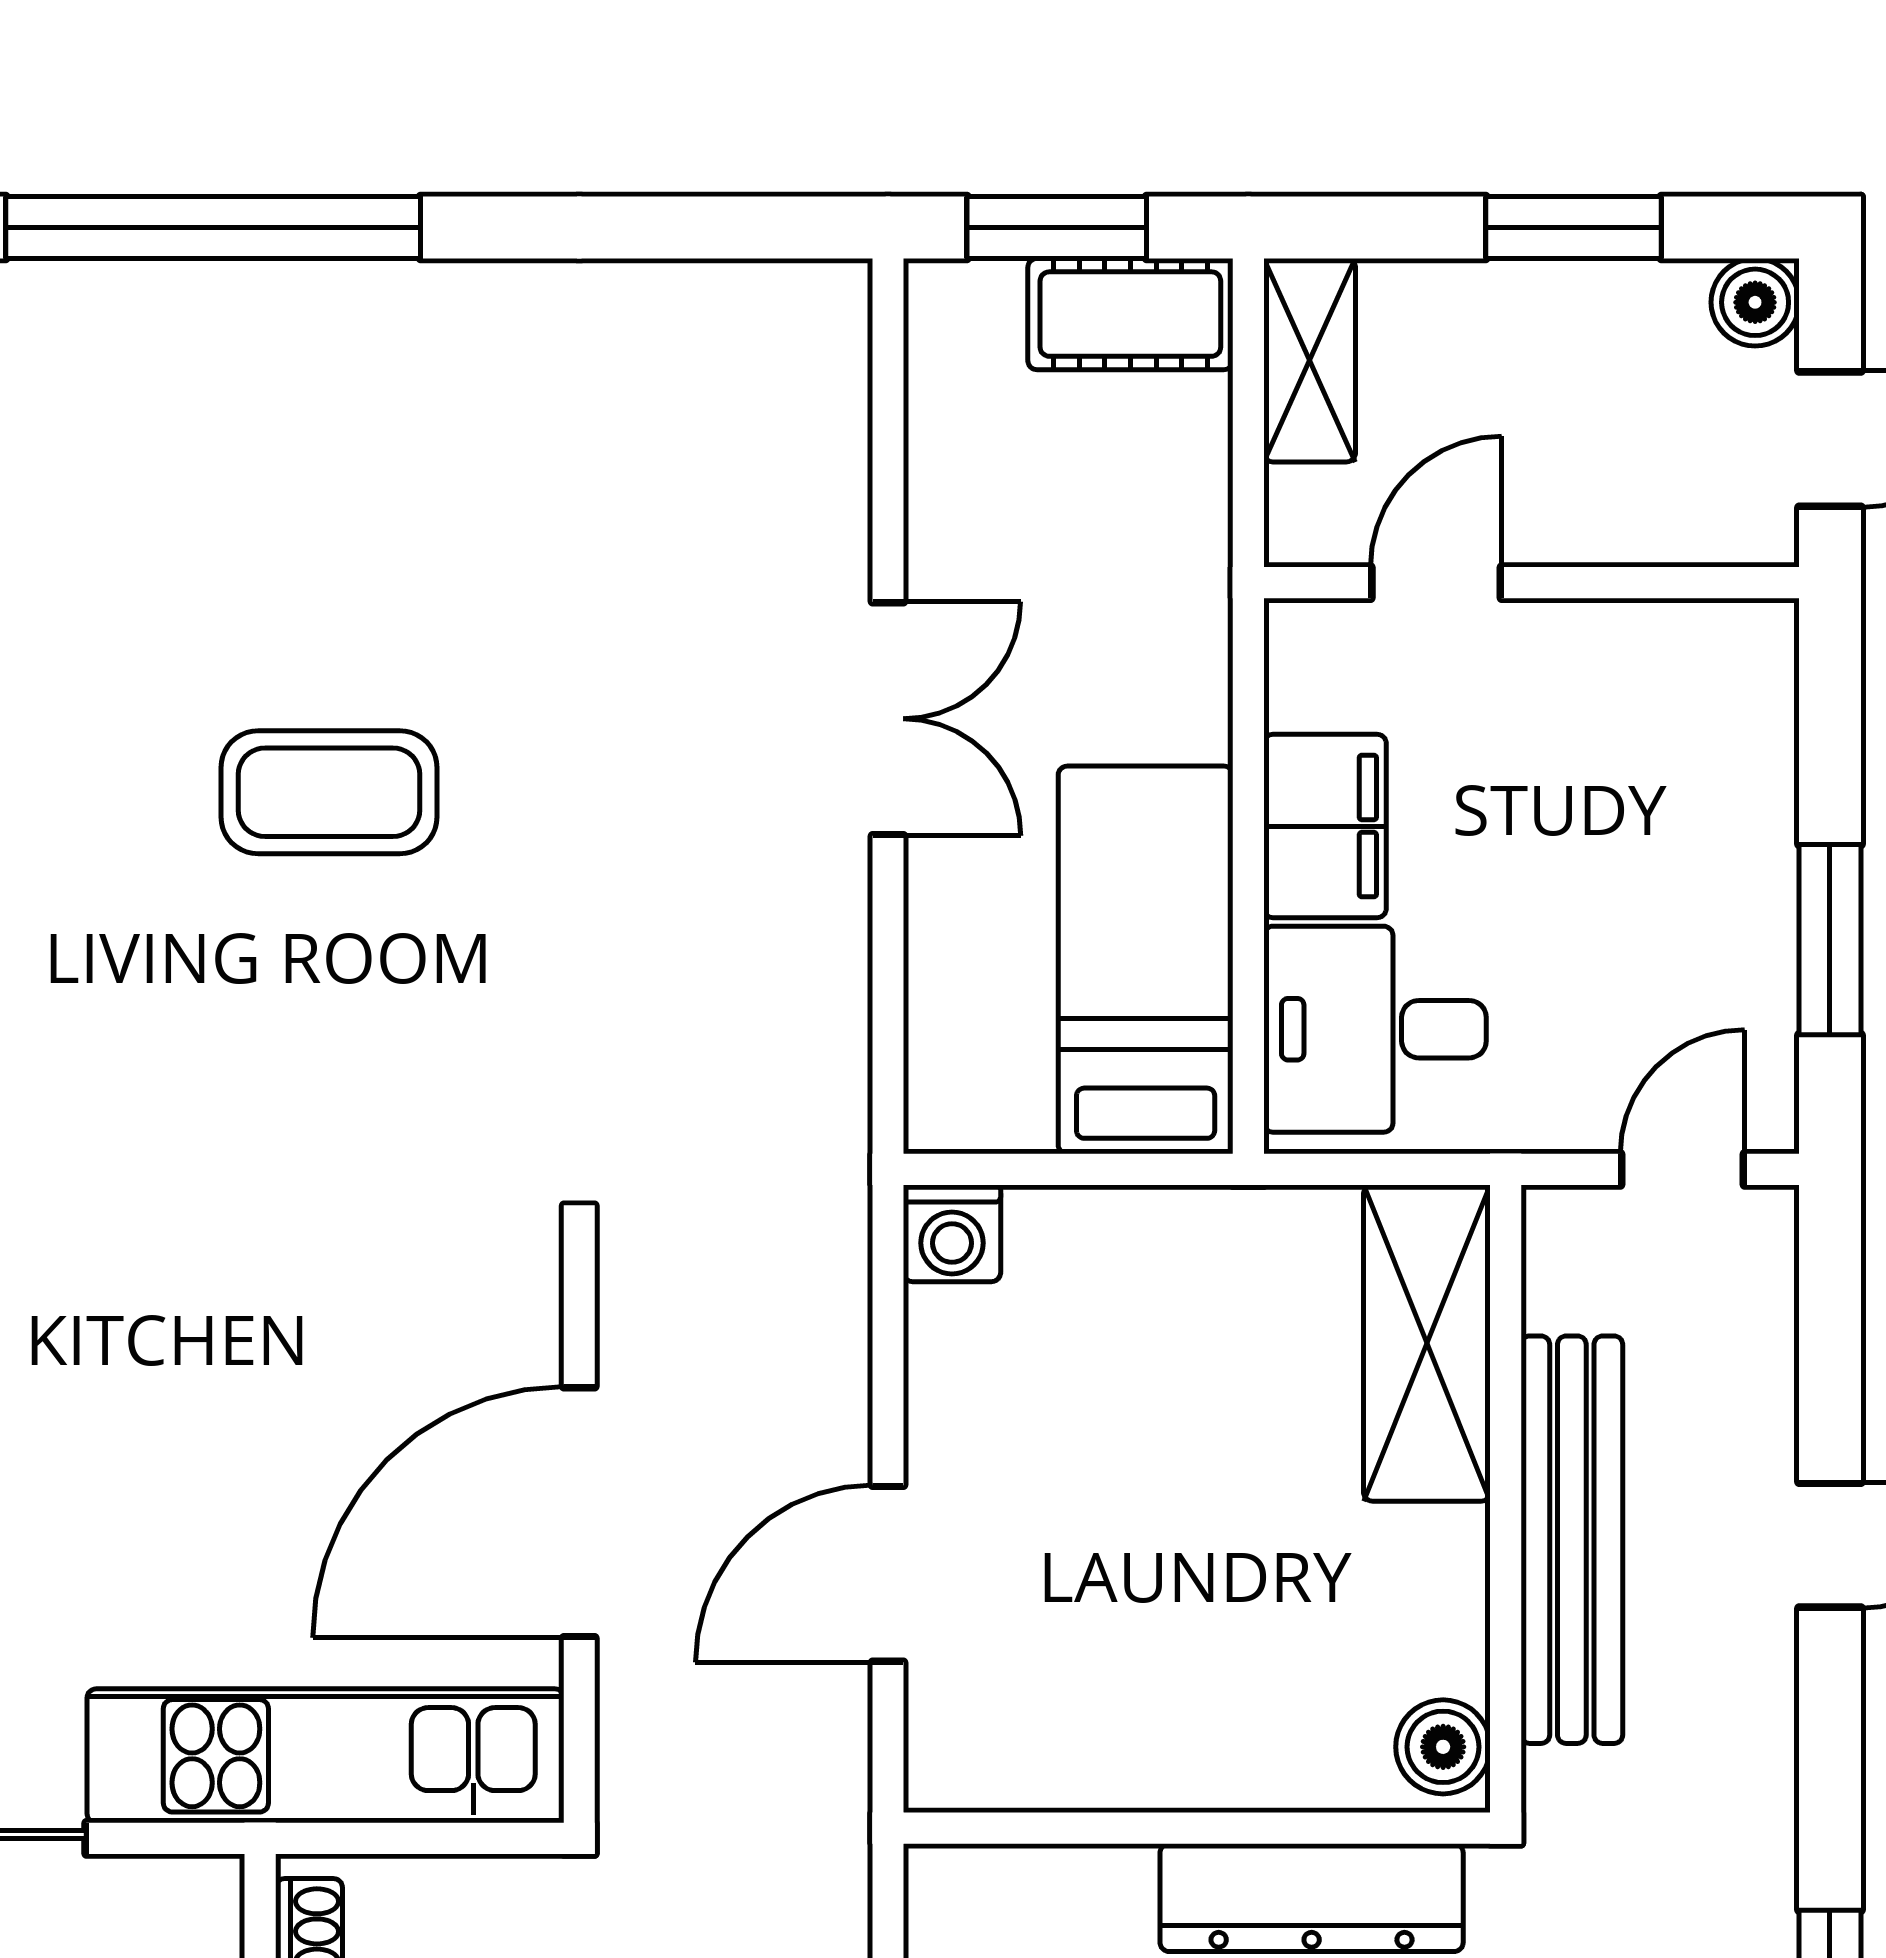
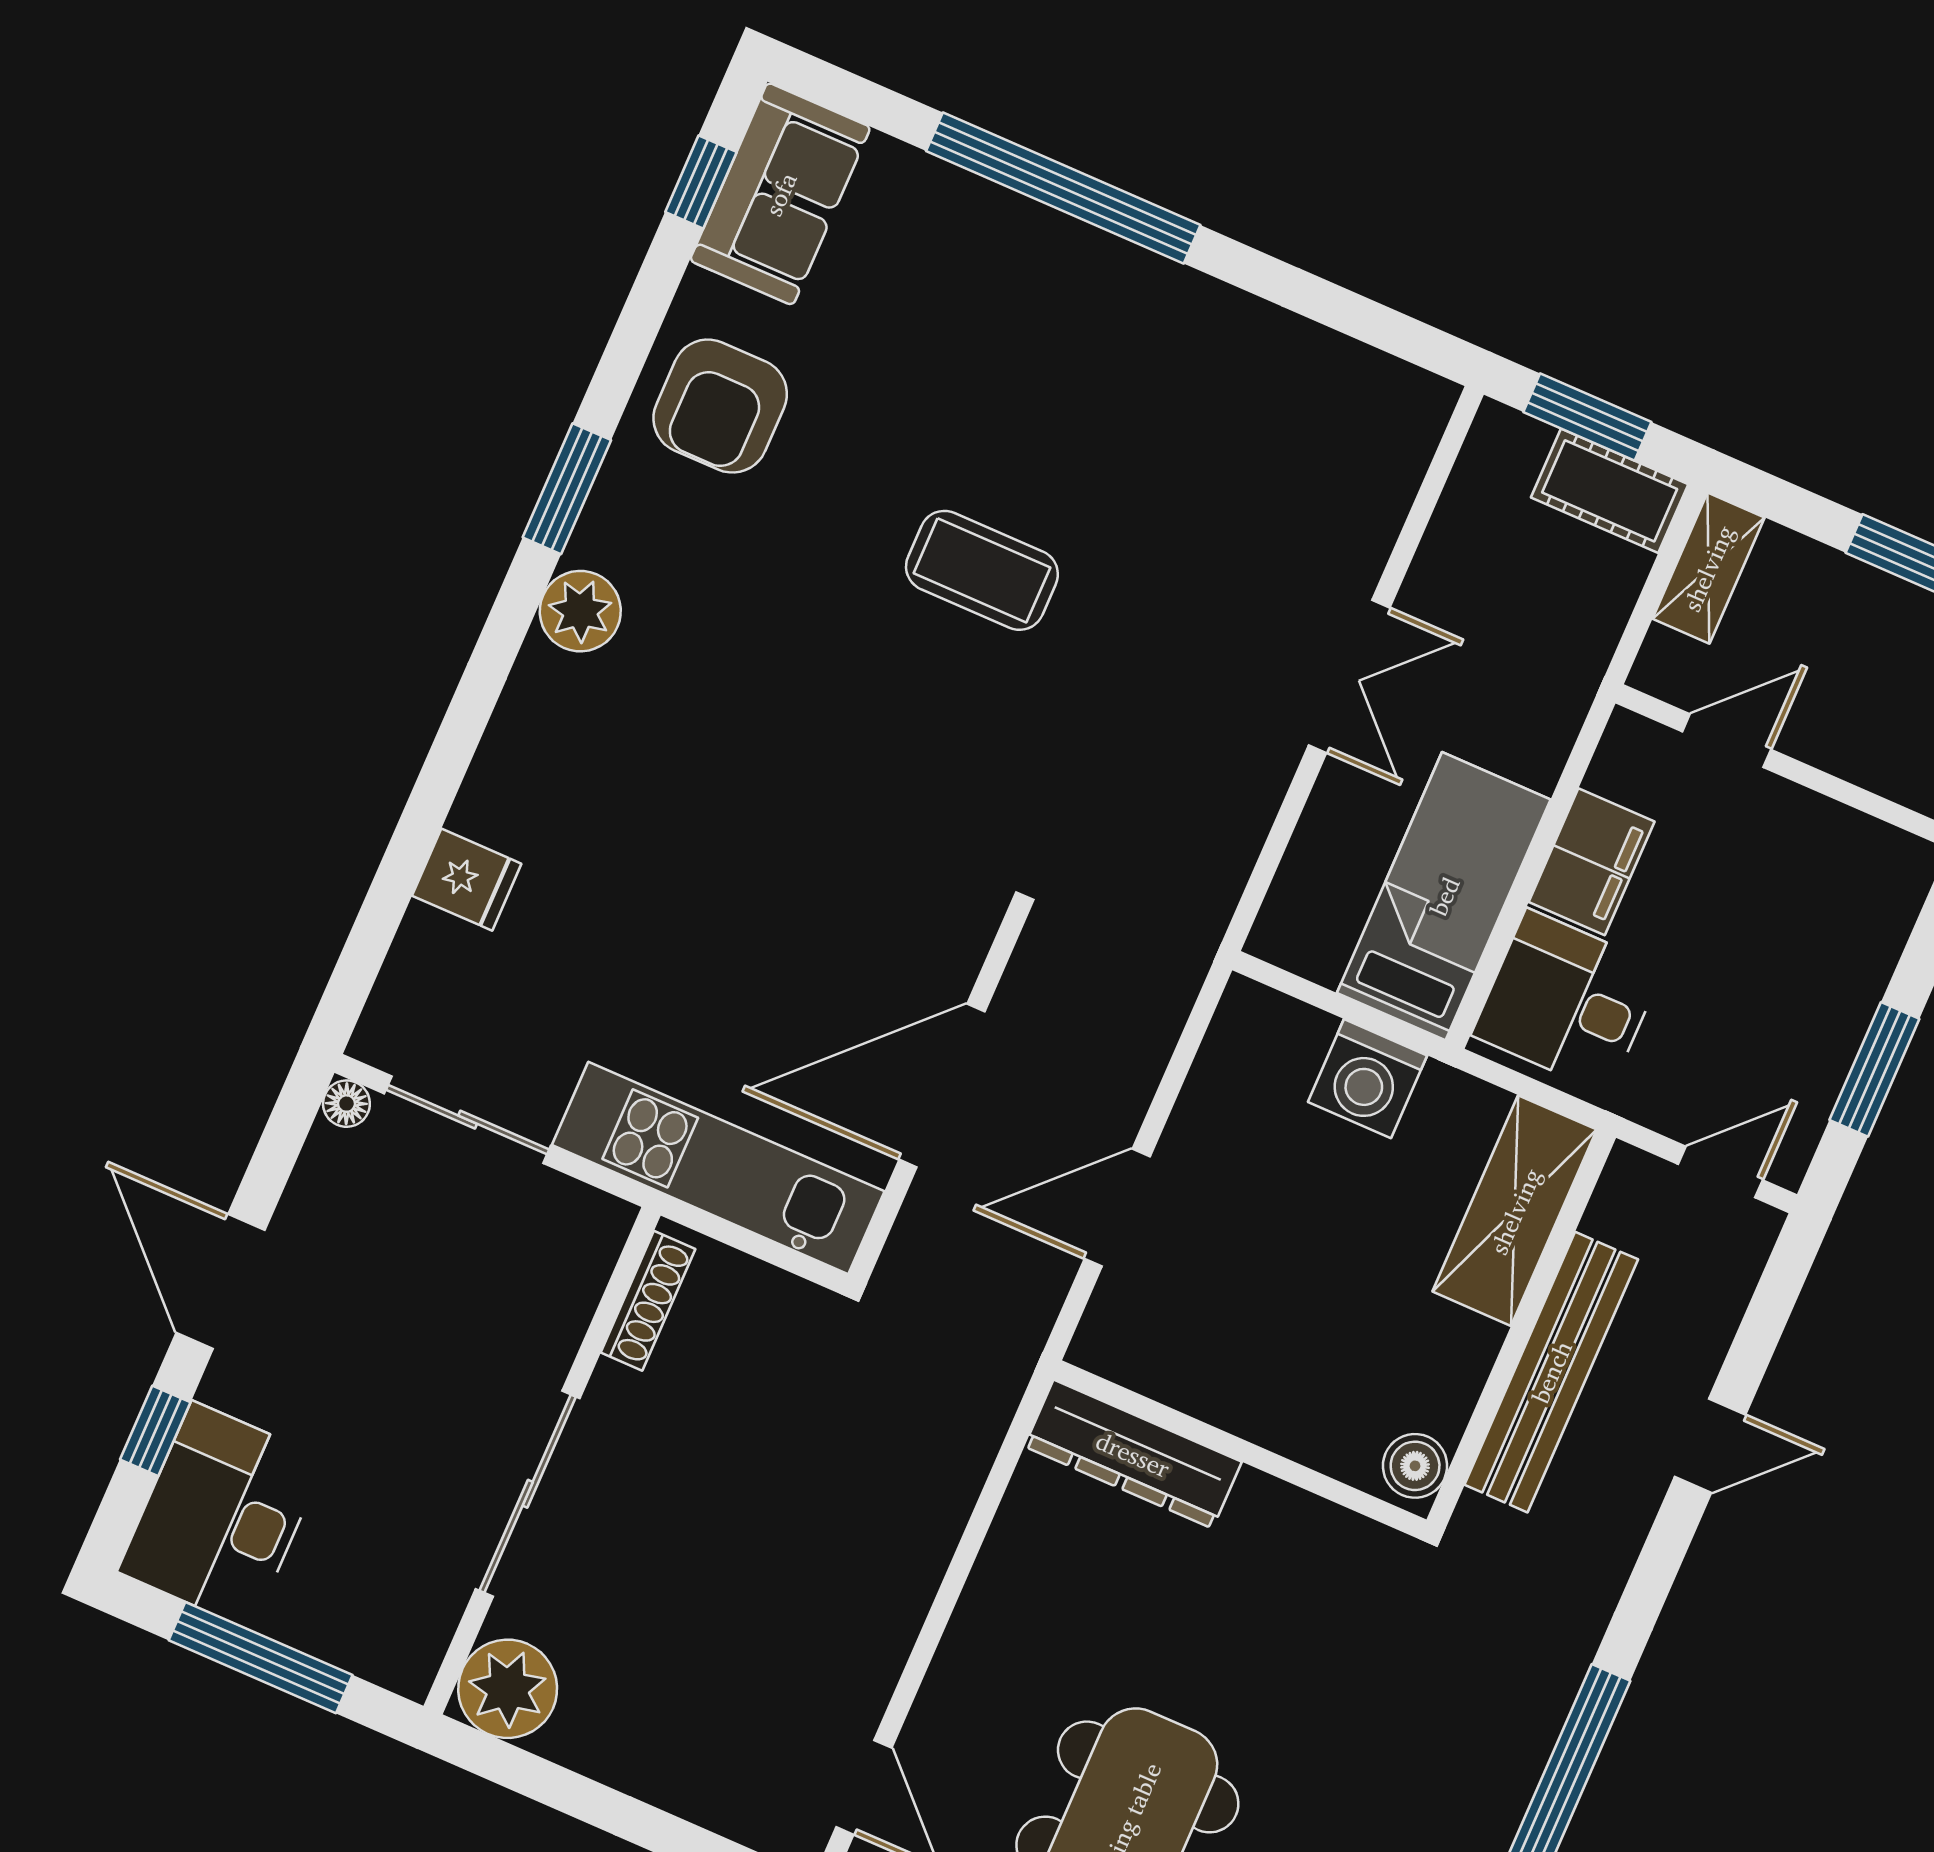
washing machine: (952, 1233) -> (1367, 1079), moved, width x1.38, depth x1.38
dresser: (1312, 1898) -> (1133, 1454), moved

